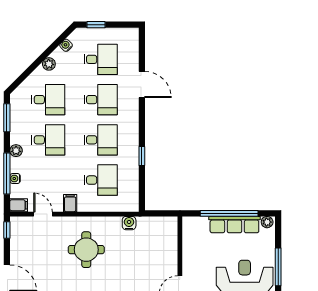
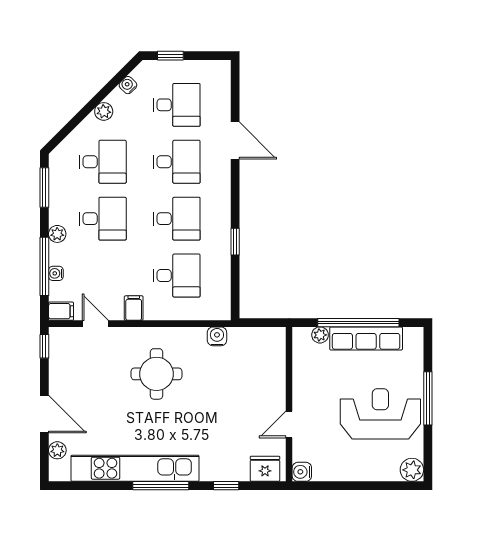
plant: (267, 222) -> (320, 335), moved

